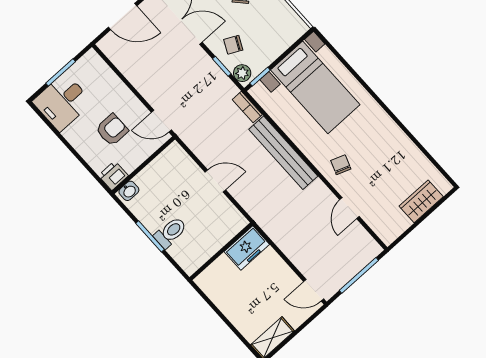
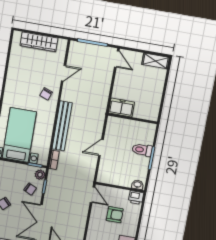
armchair: (112, 130) -> (115, 215), turned 180
door: (215, 181) -> (101, 148), hinge flipped
wardrobe: (421, 201) -> (39, 42), width x1.50

